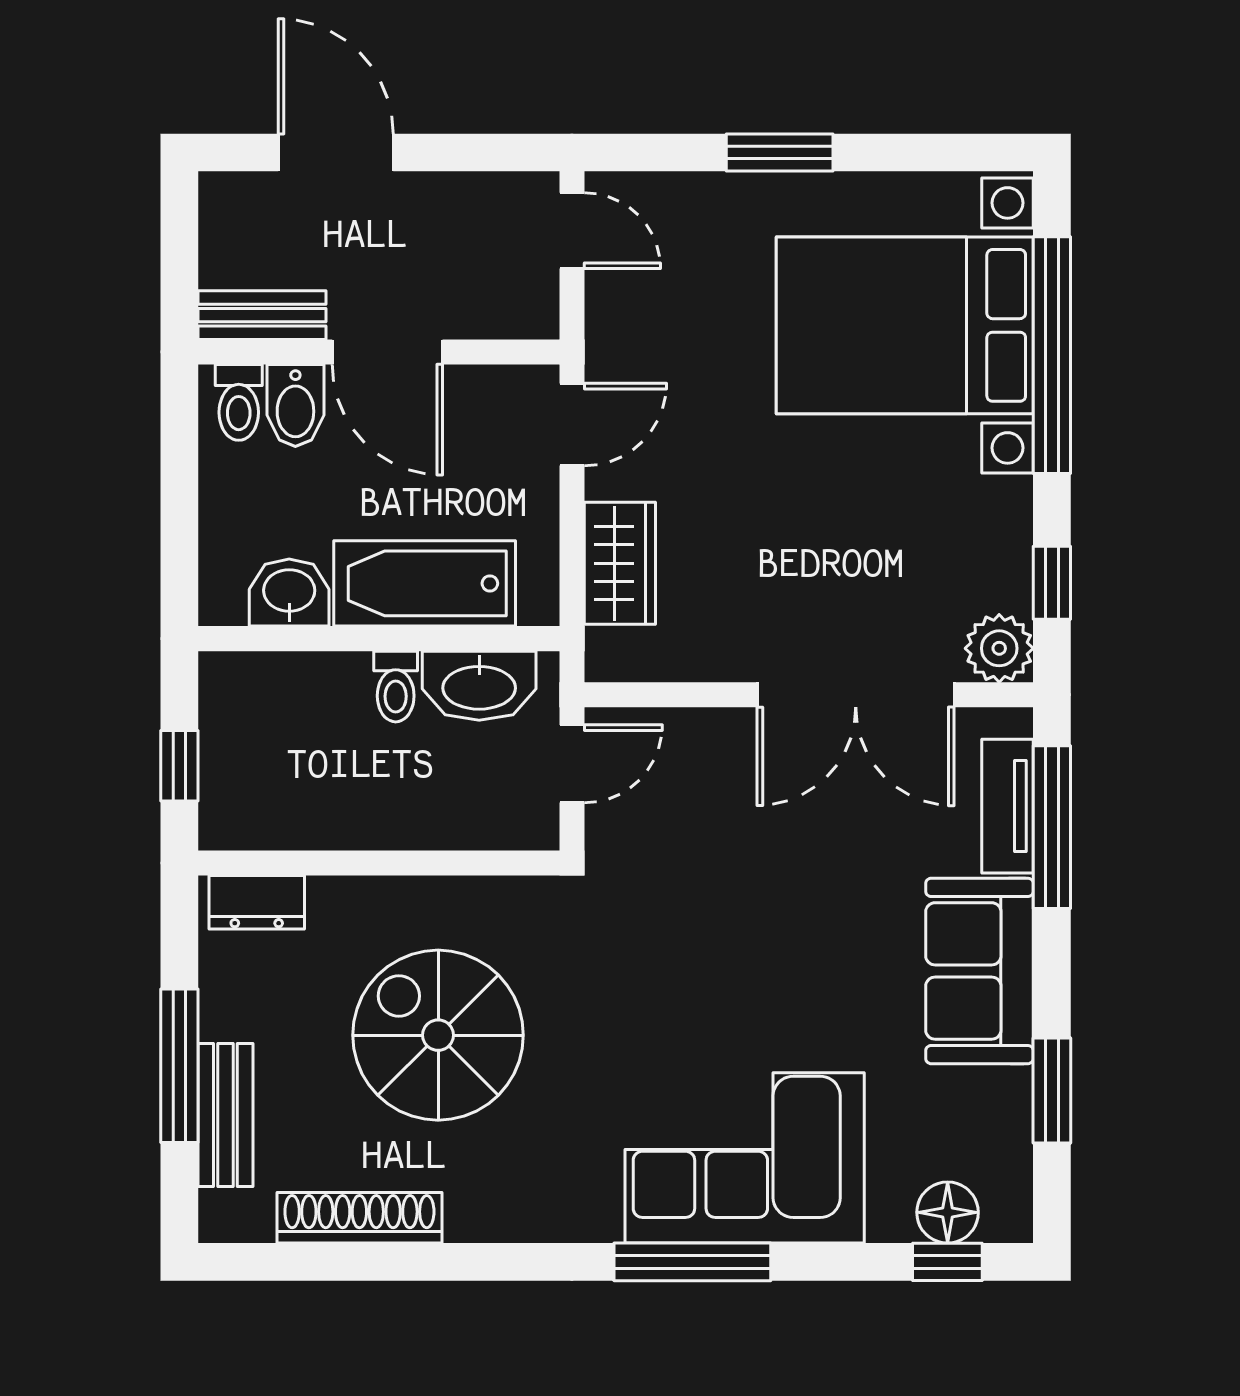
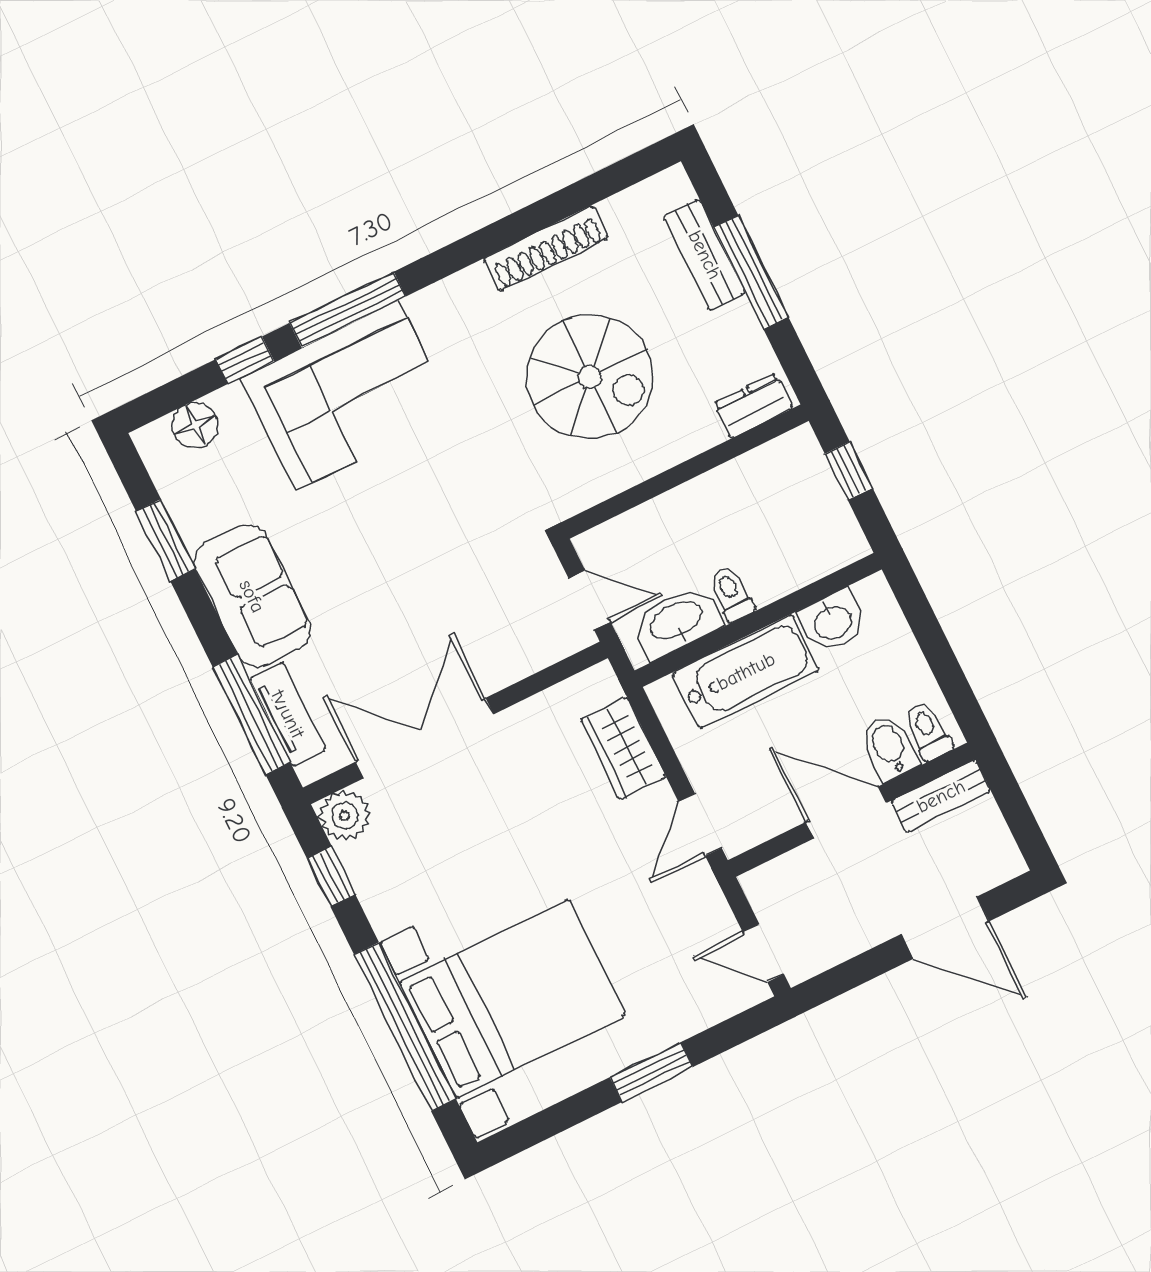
door: (572, 764) -> (590, 600), swing flipped
shoe rack: (359, 1218) -> (546, 248), moved
window: (947, 1262) -> (245, 360), moved

